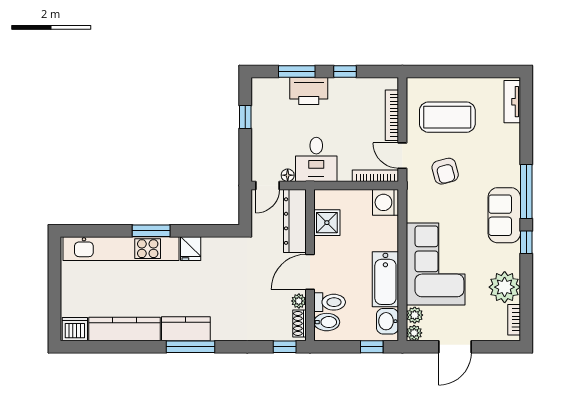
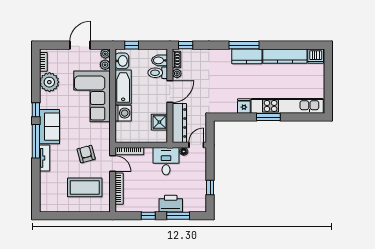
tv unit: (512, 102) -> (45, 158), moved
washing machine: (386, 202) -> (123, 113), moved

